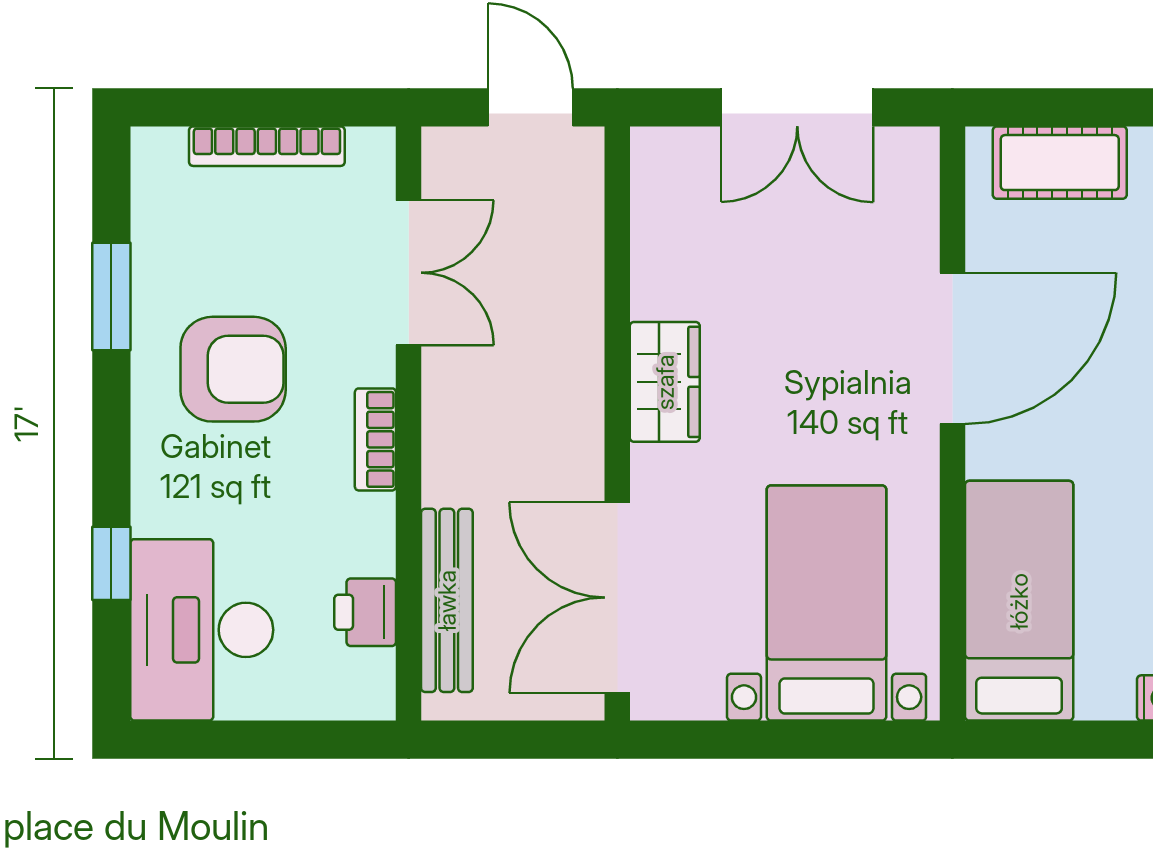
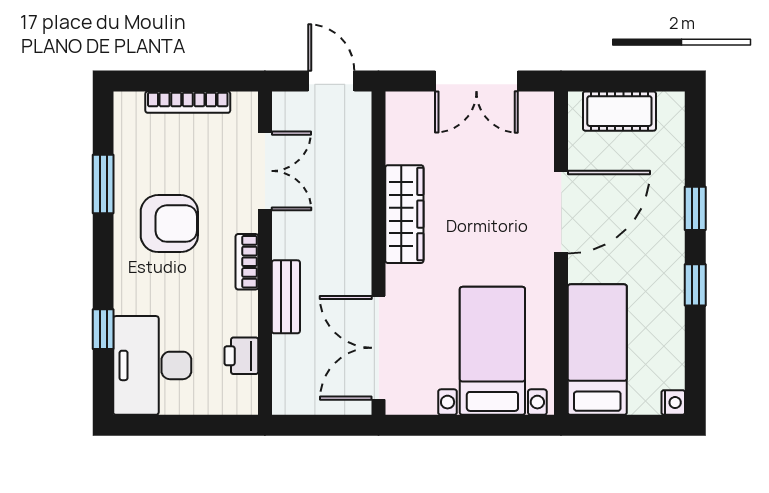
wardrobe: (665, 382) -> (404, 214), width x1.50
bench: (447, 600) -> (286, 297), moved, width x0.73

